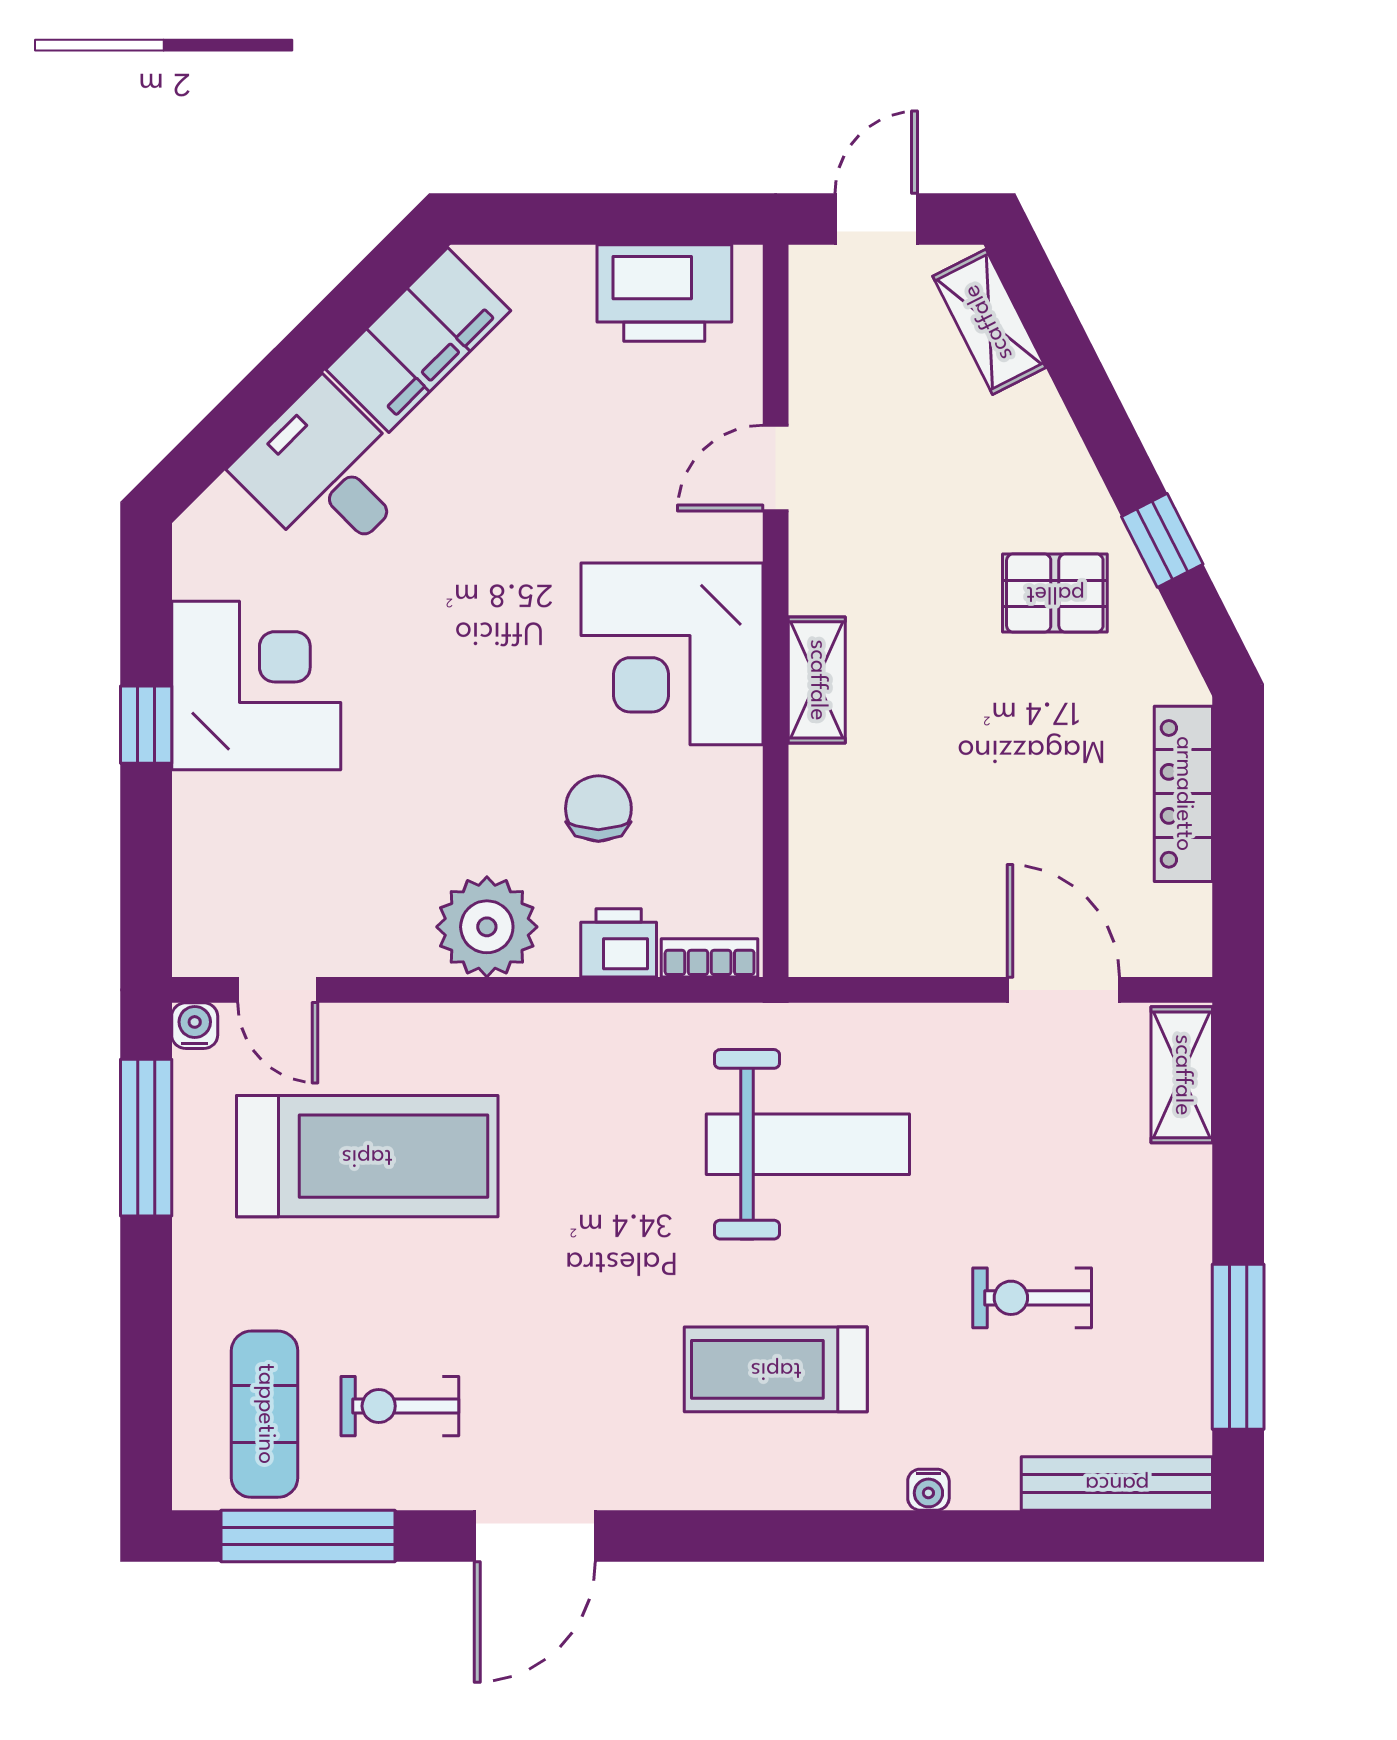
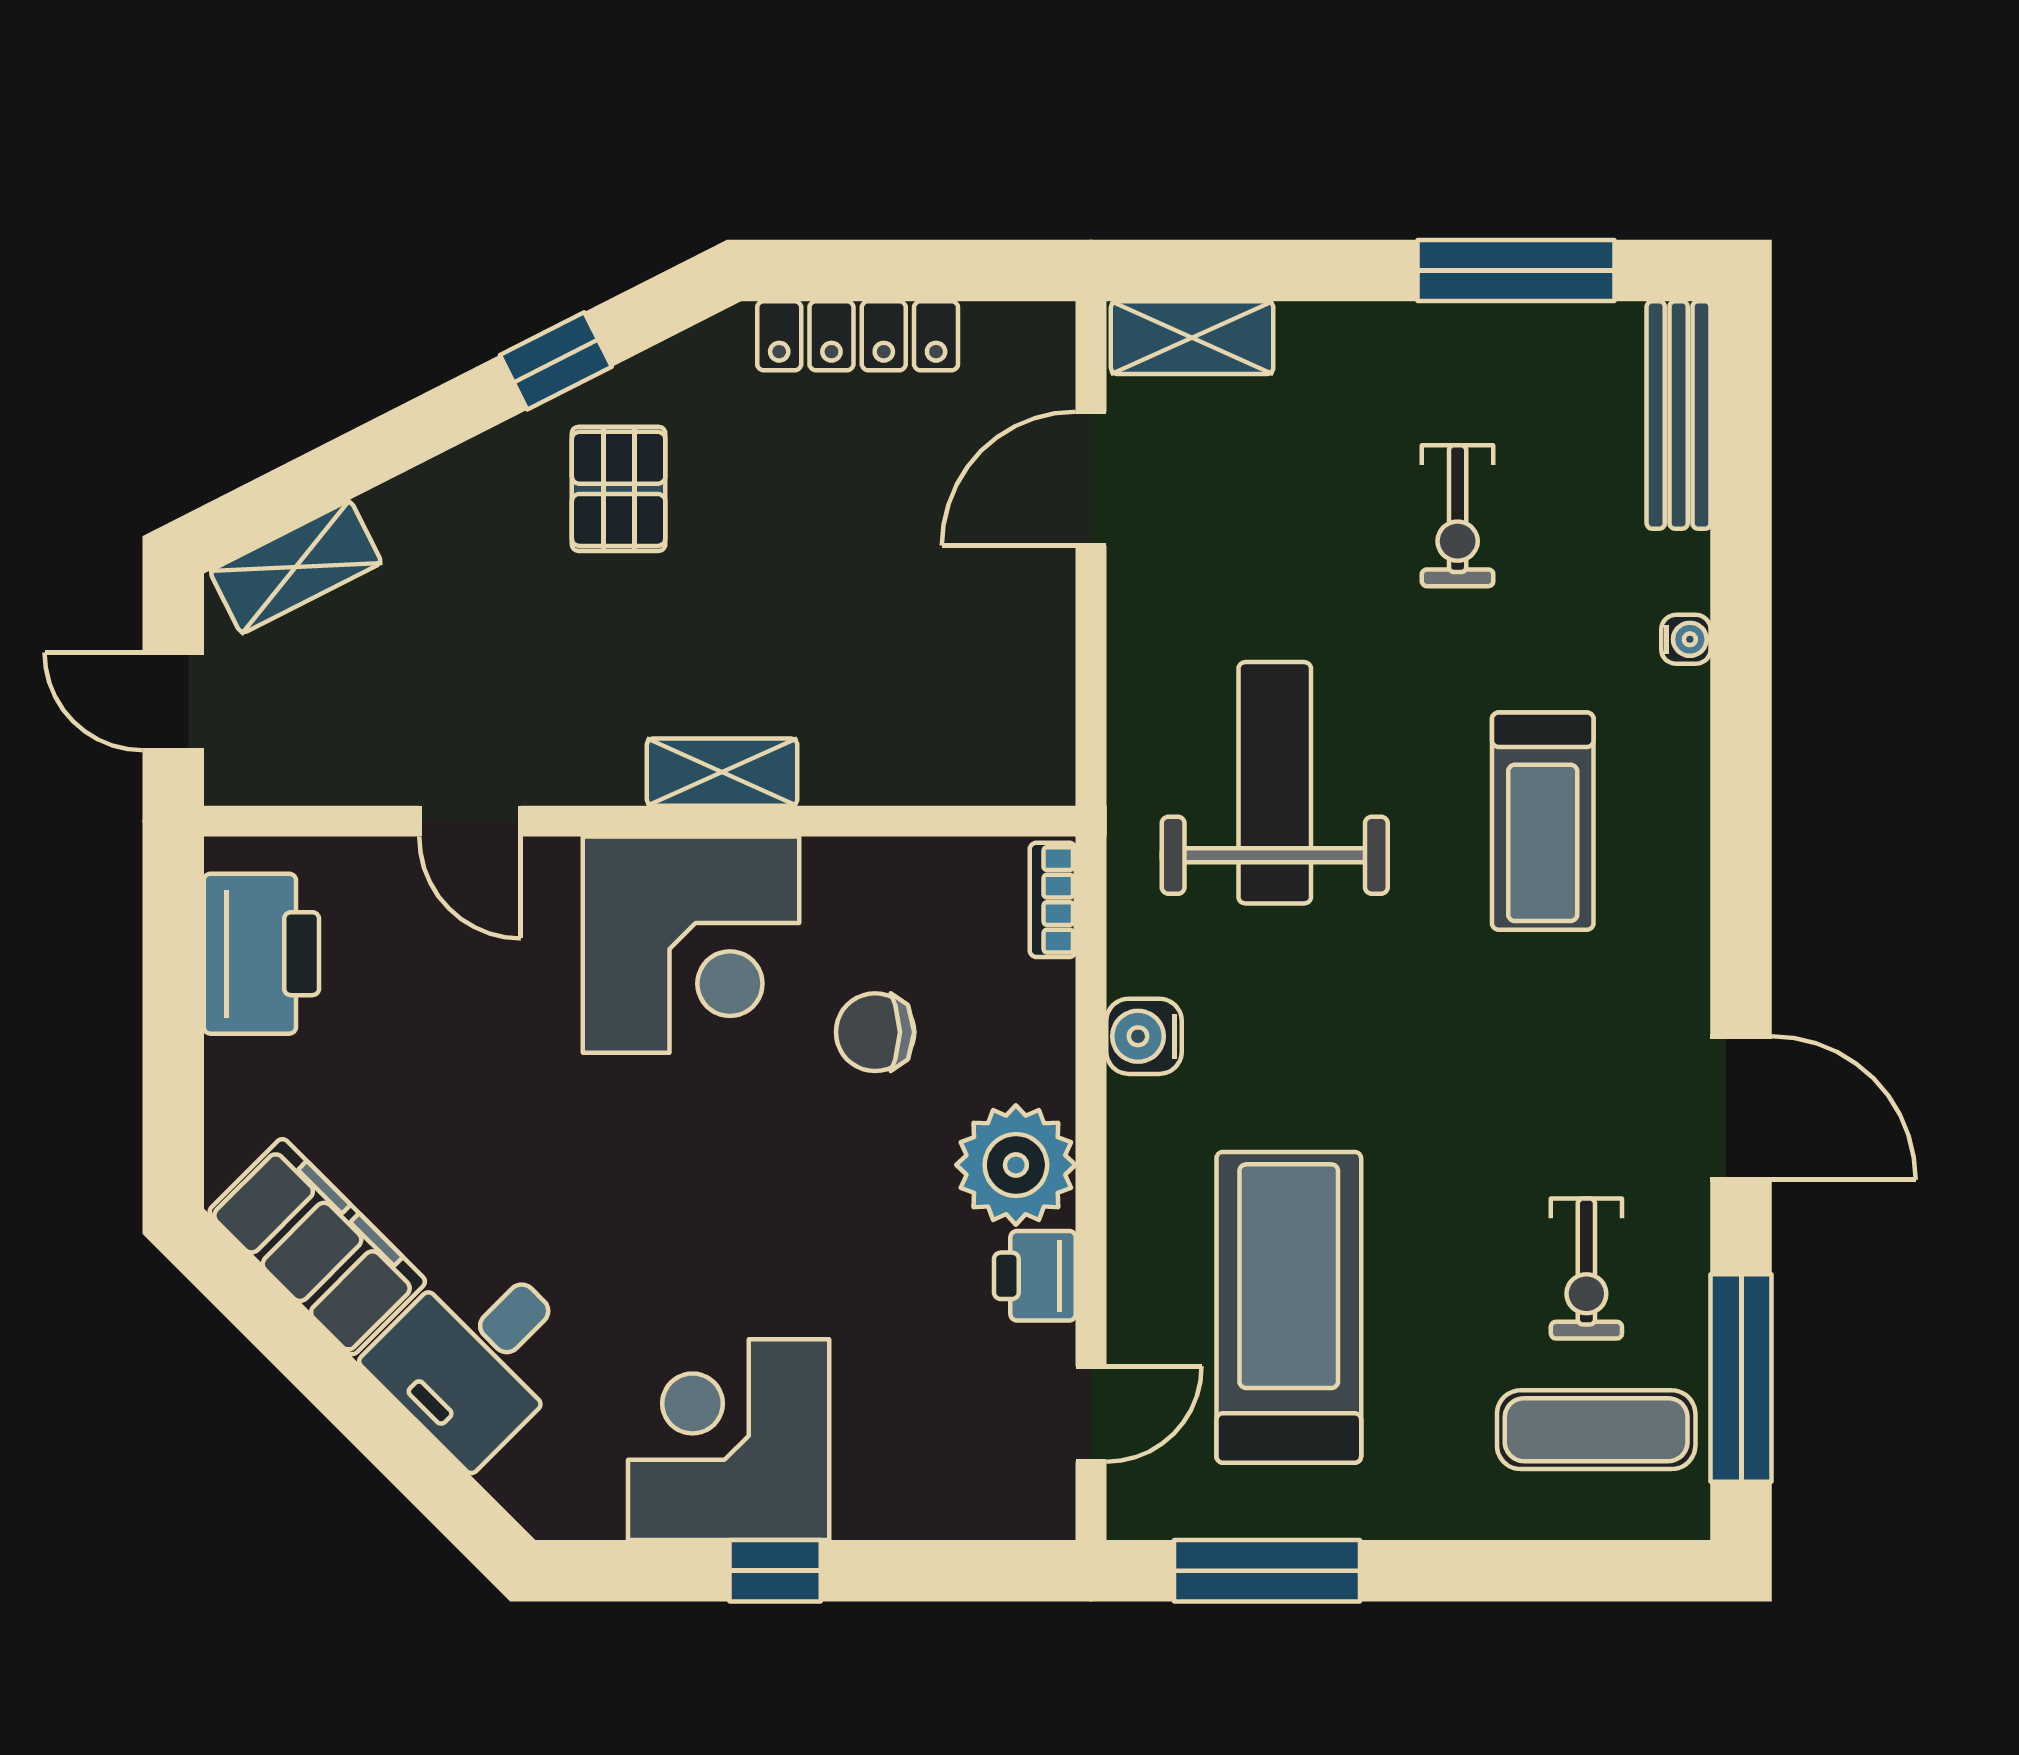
printer: (619, 943) -> (1035, 1276), moved
water cooler: (195, 1026) -> (1144, 1036), moved, width x1.38, depth x1.38

